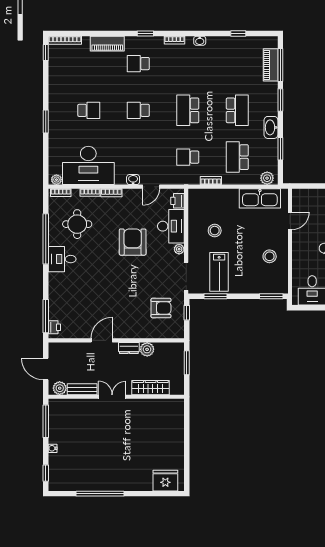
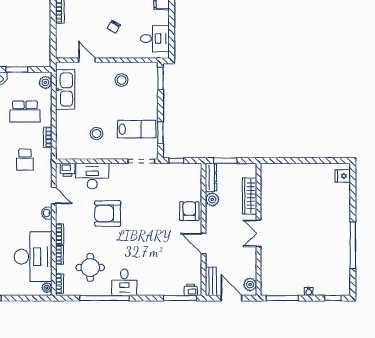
plant: (179, 249) -> (115, 168), removed
armchair: (161, 308) -> (189, 211), moved
dresser: (129, 348) -> (211, 177), moved, width x1.44
door: (46, 369) -> (231, 298), swing flipped
bench: (82, 389) -> (211, 281), moved
fridge: (165, 481) -> (343, 176), width x0.53, depth x0.75

